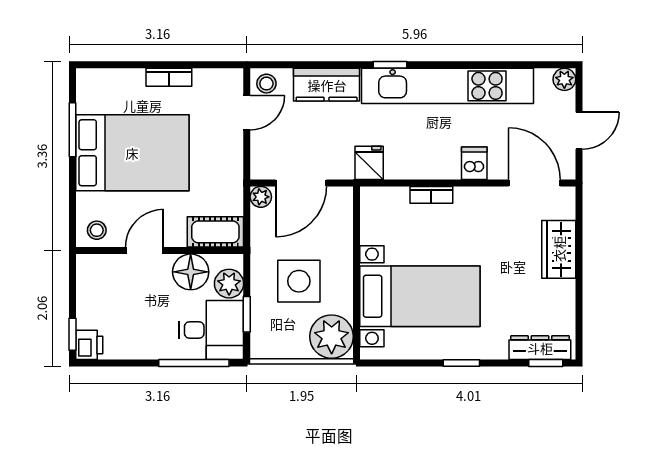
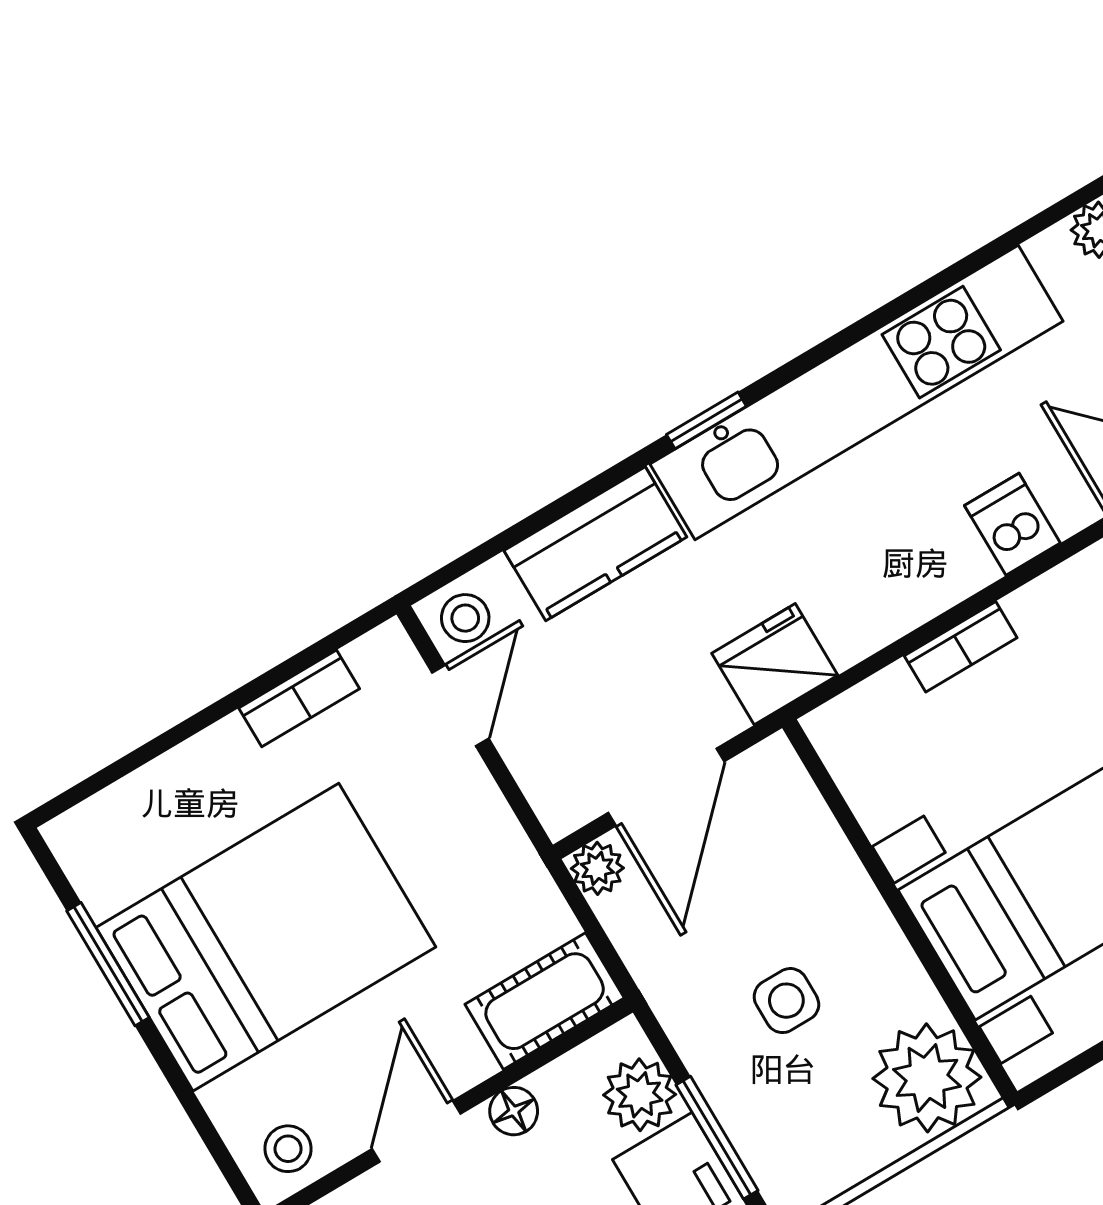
bookcase: (169, 77) -> (299, 698), moved
fridge: (369, 163) -> (775, 664), width x1.38
floor lamp: (191, 272) -> (514, 1111), width x0.53, depth x0.53
side table: (299, 281) -> (786, 1001), width x0.54, depth x0.54
window: (247, 314) -> (717, 1138), width x1.50

